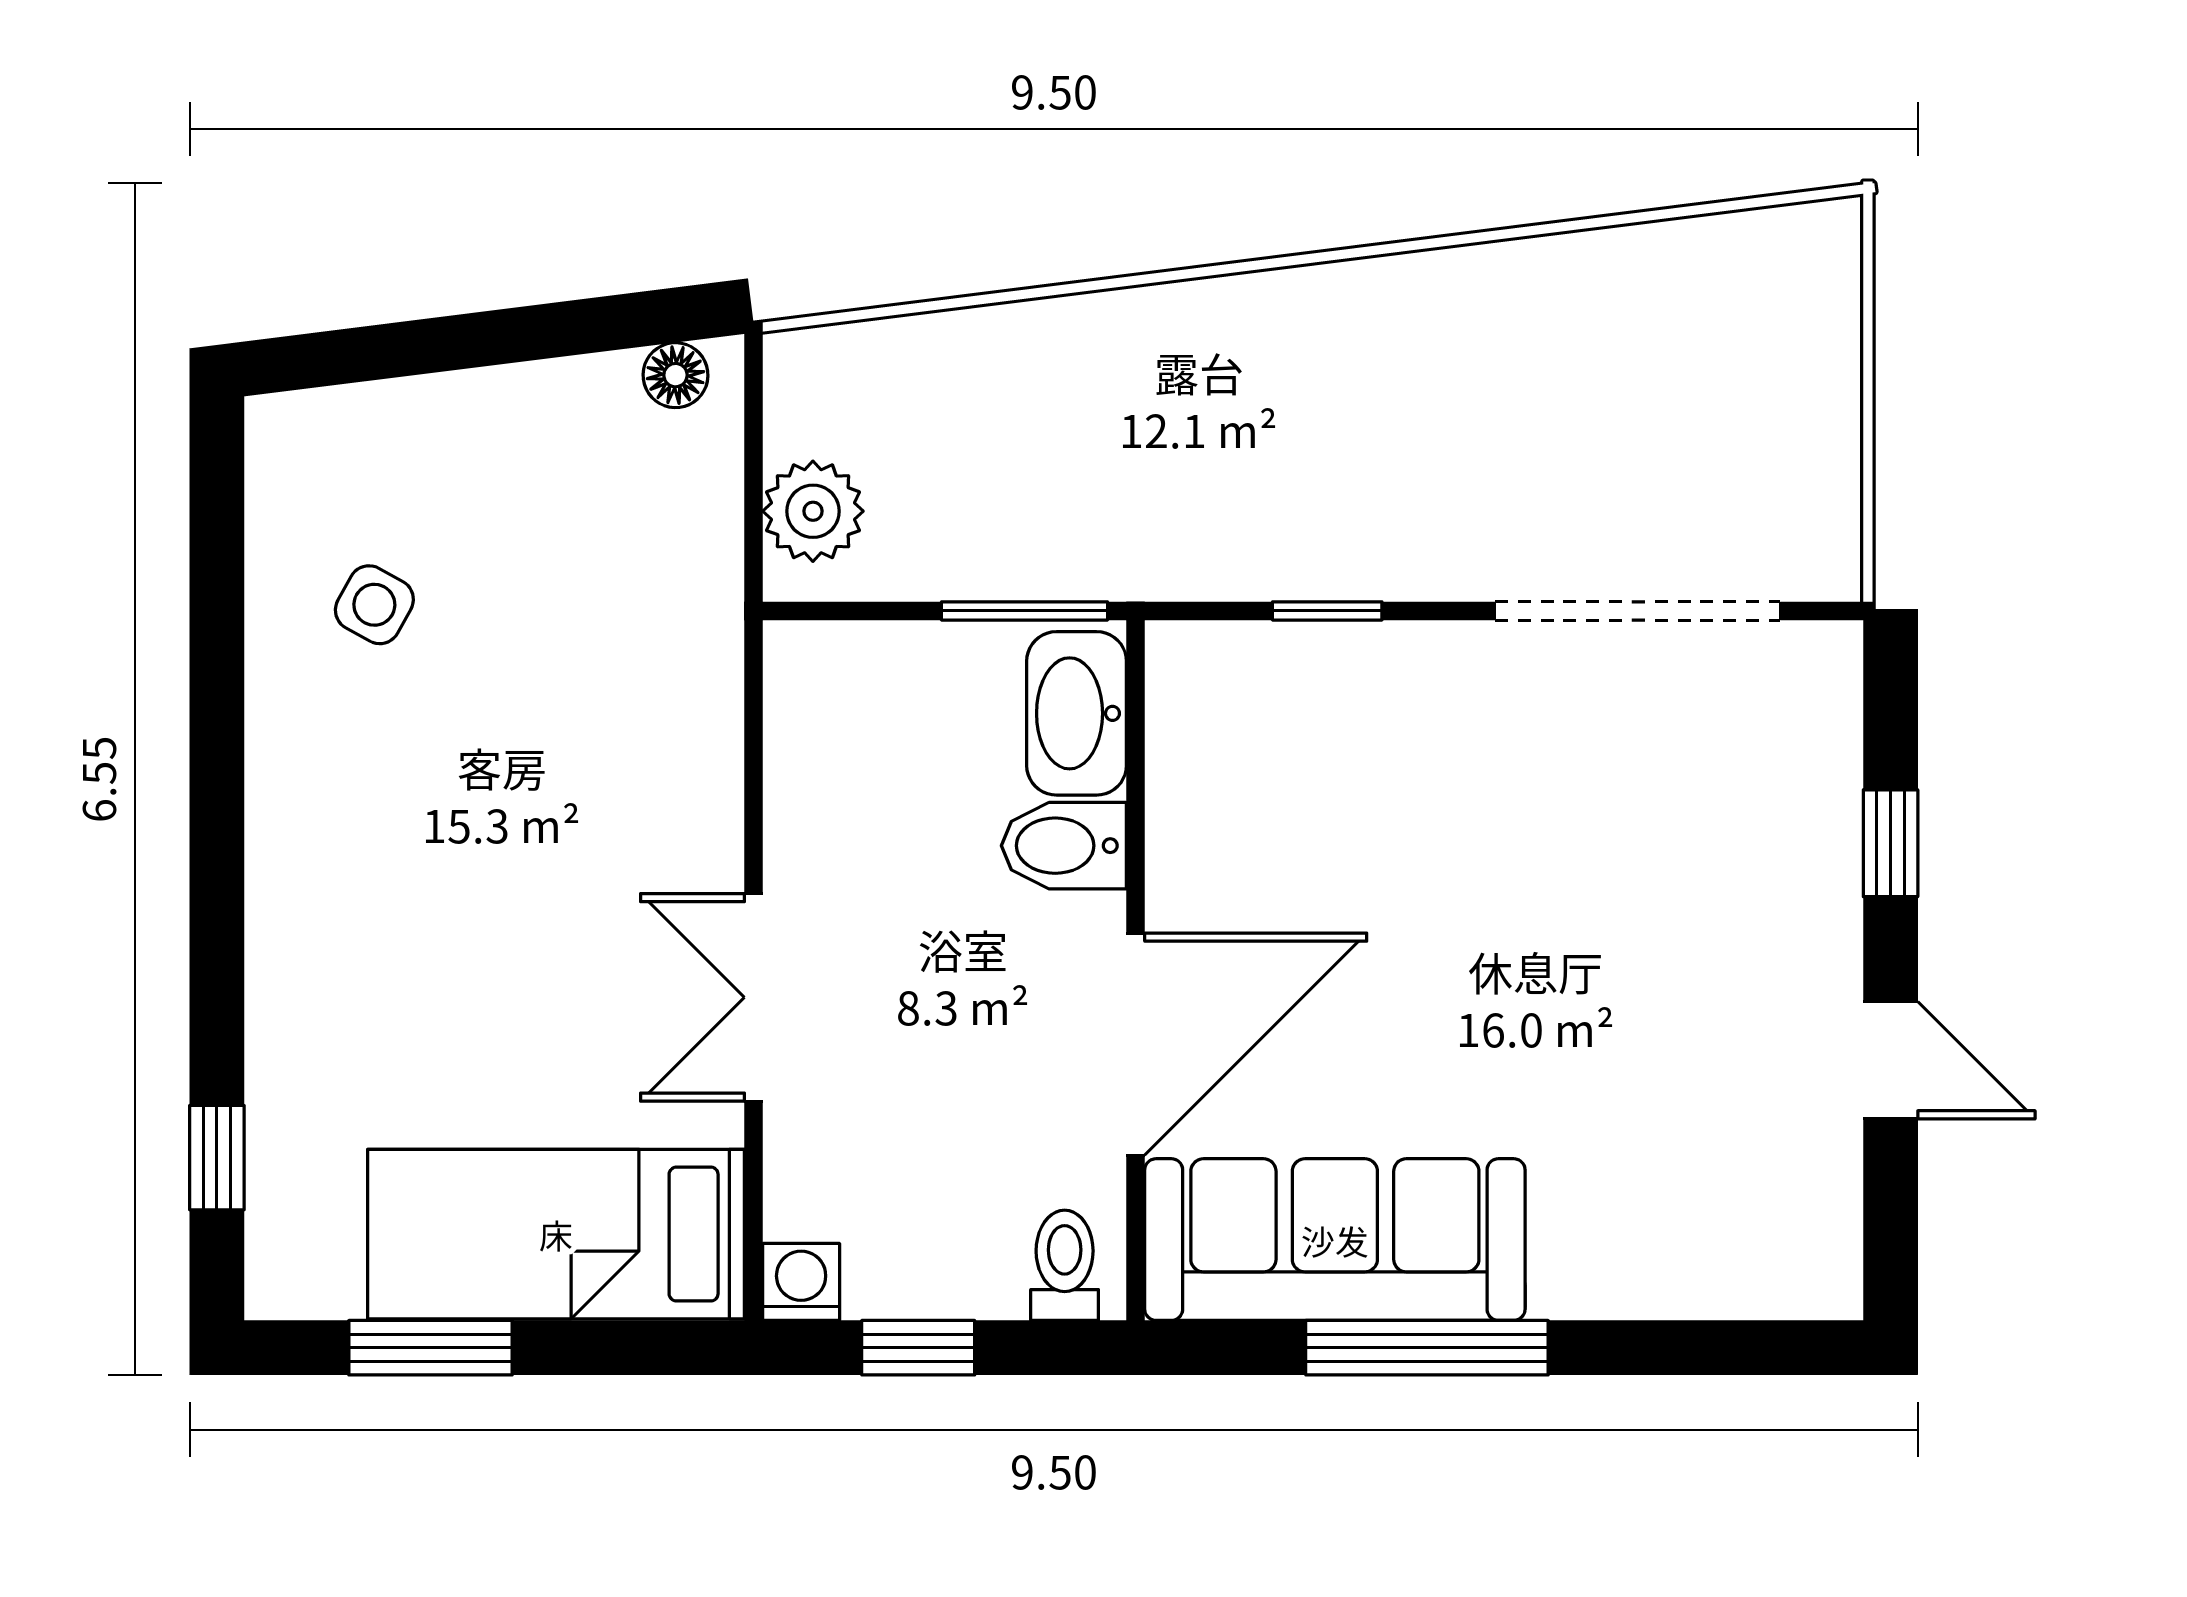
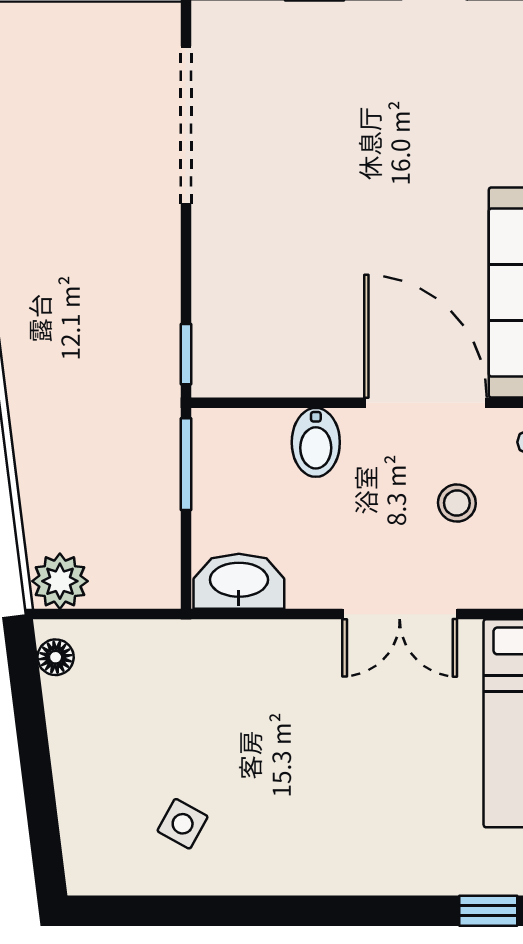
plant: (813, 511) -> (60, 581), moved
window: (1327, 611) -> (186, 354), moved
washbasin: (1077, 713) -> (239, 581), moved, turned 180
stool: (954, 1101) -> (457, 503), added

